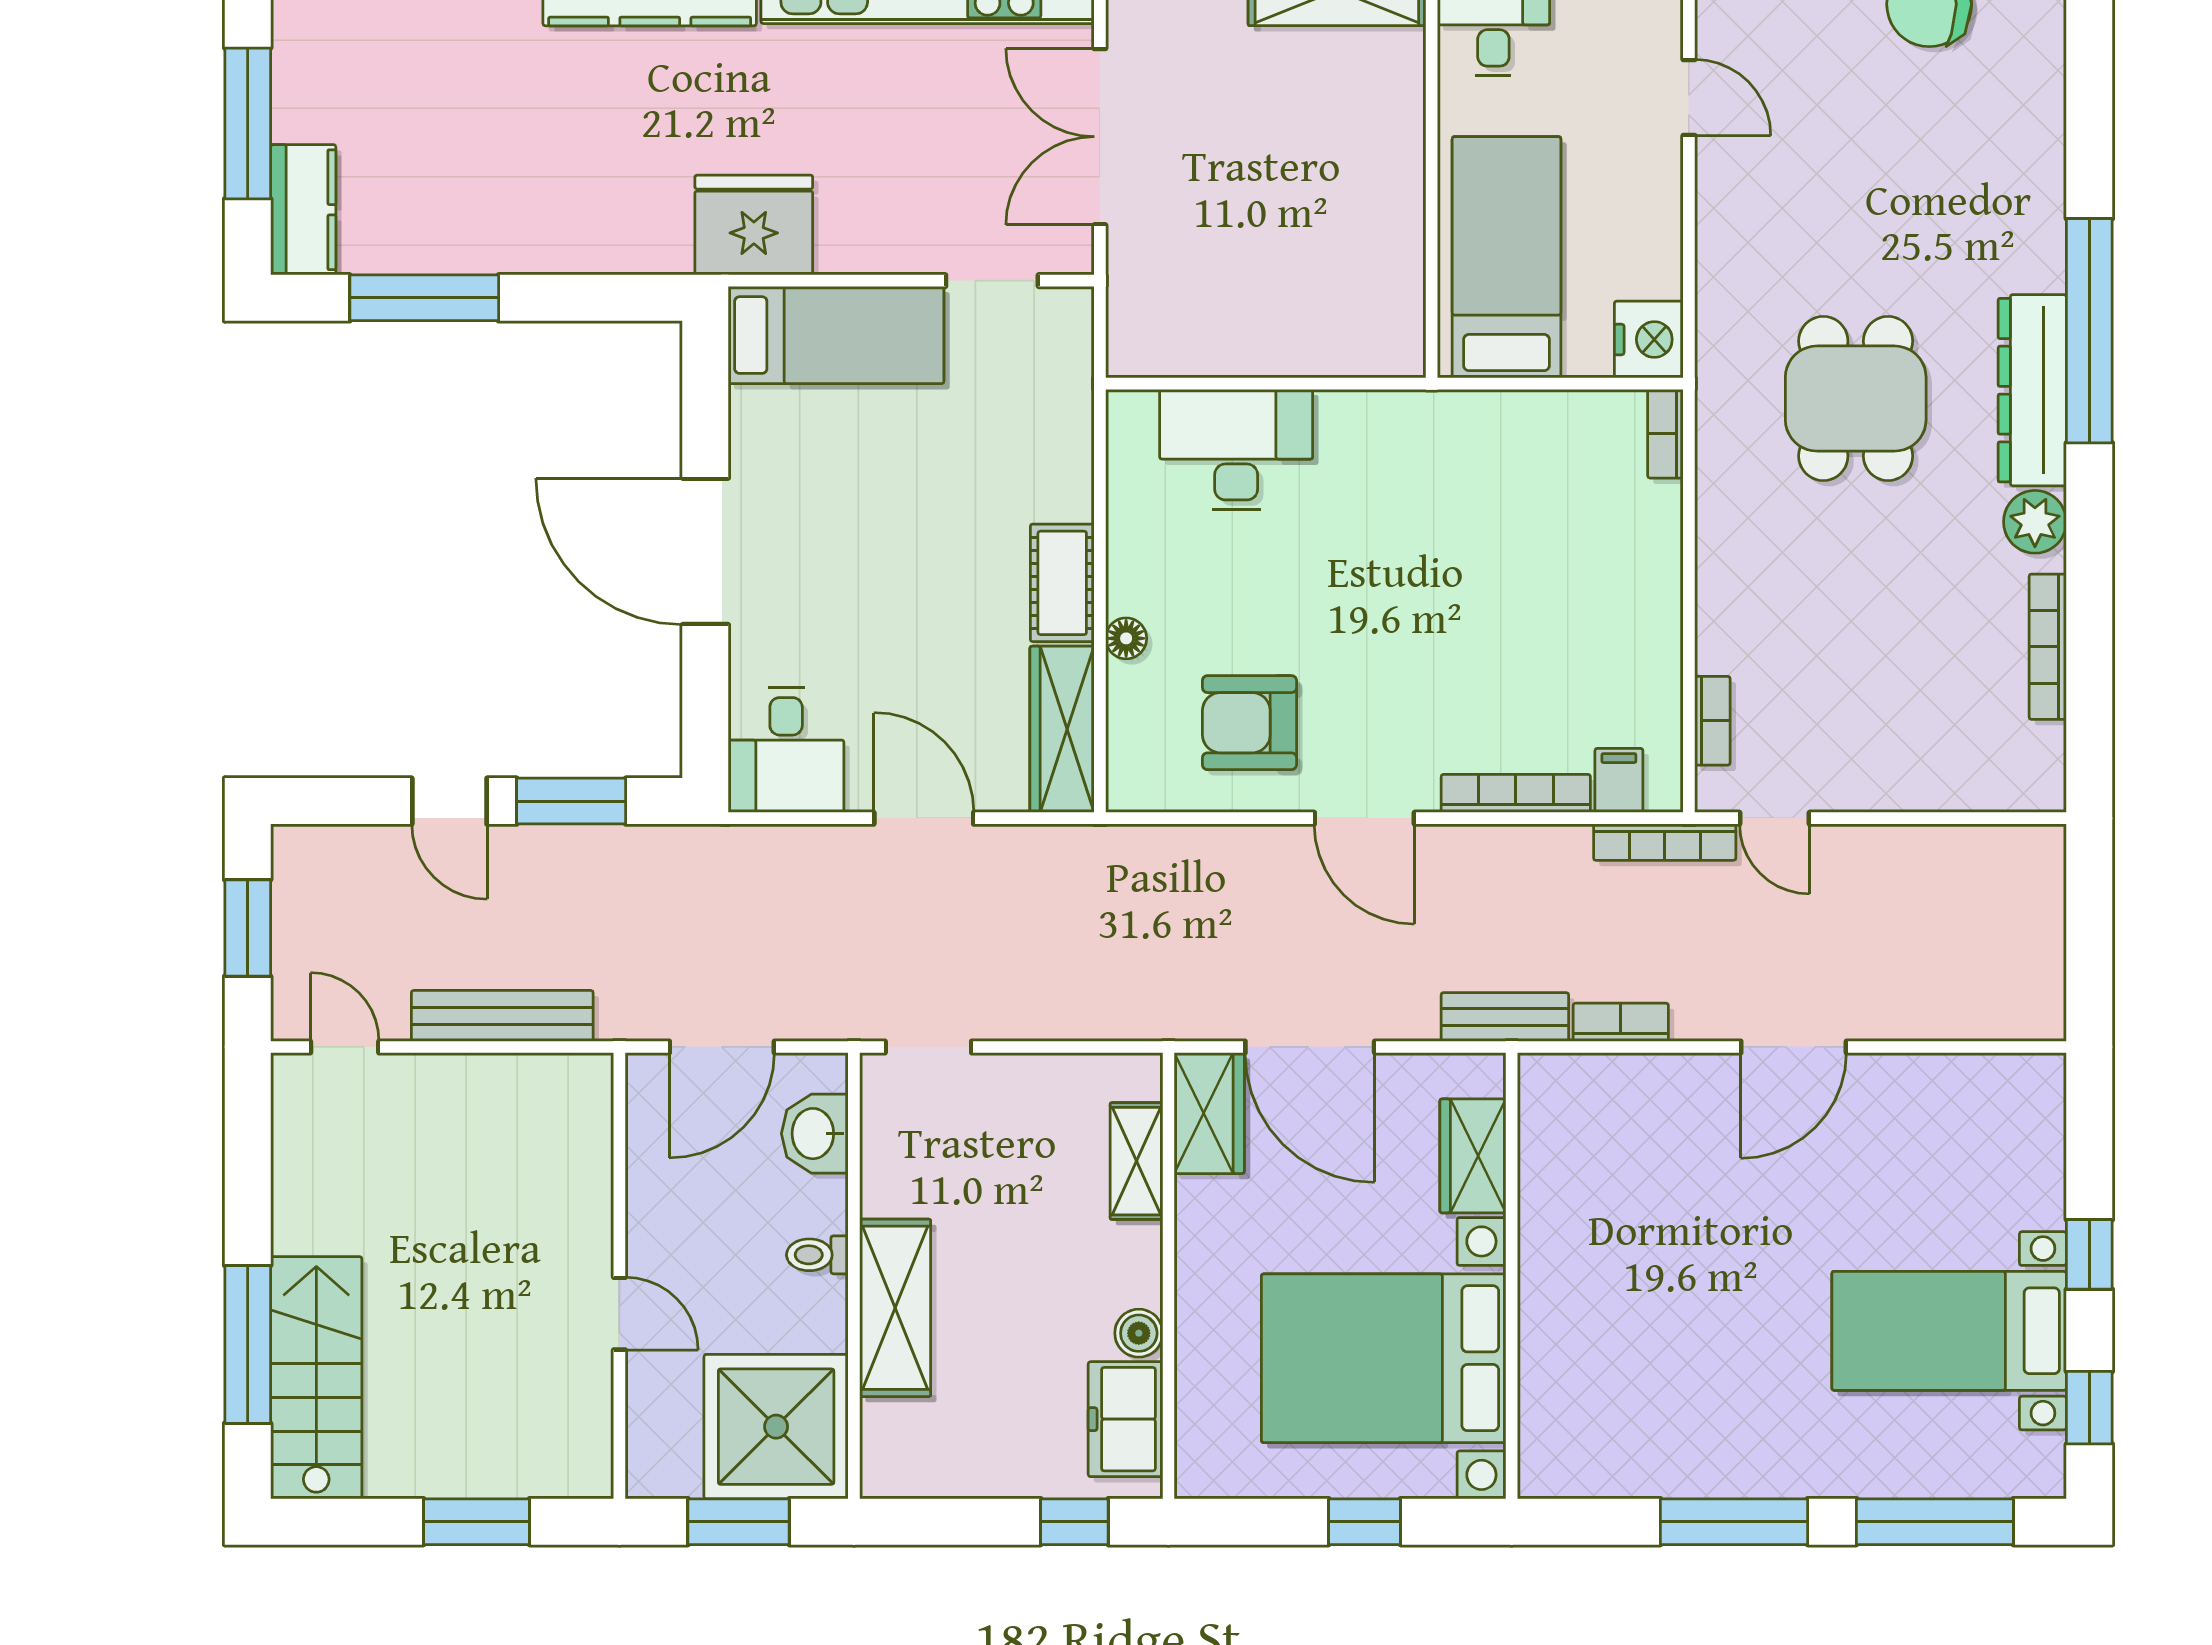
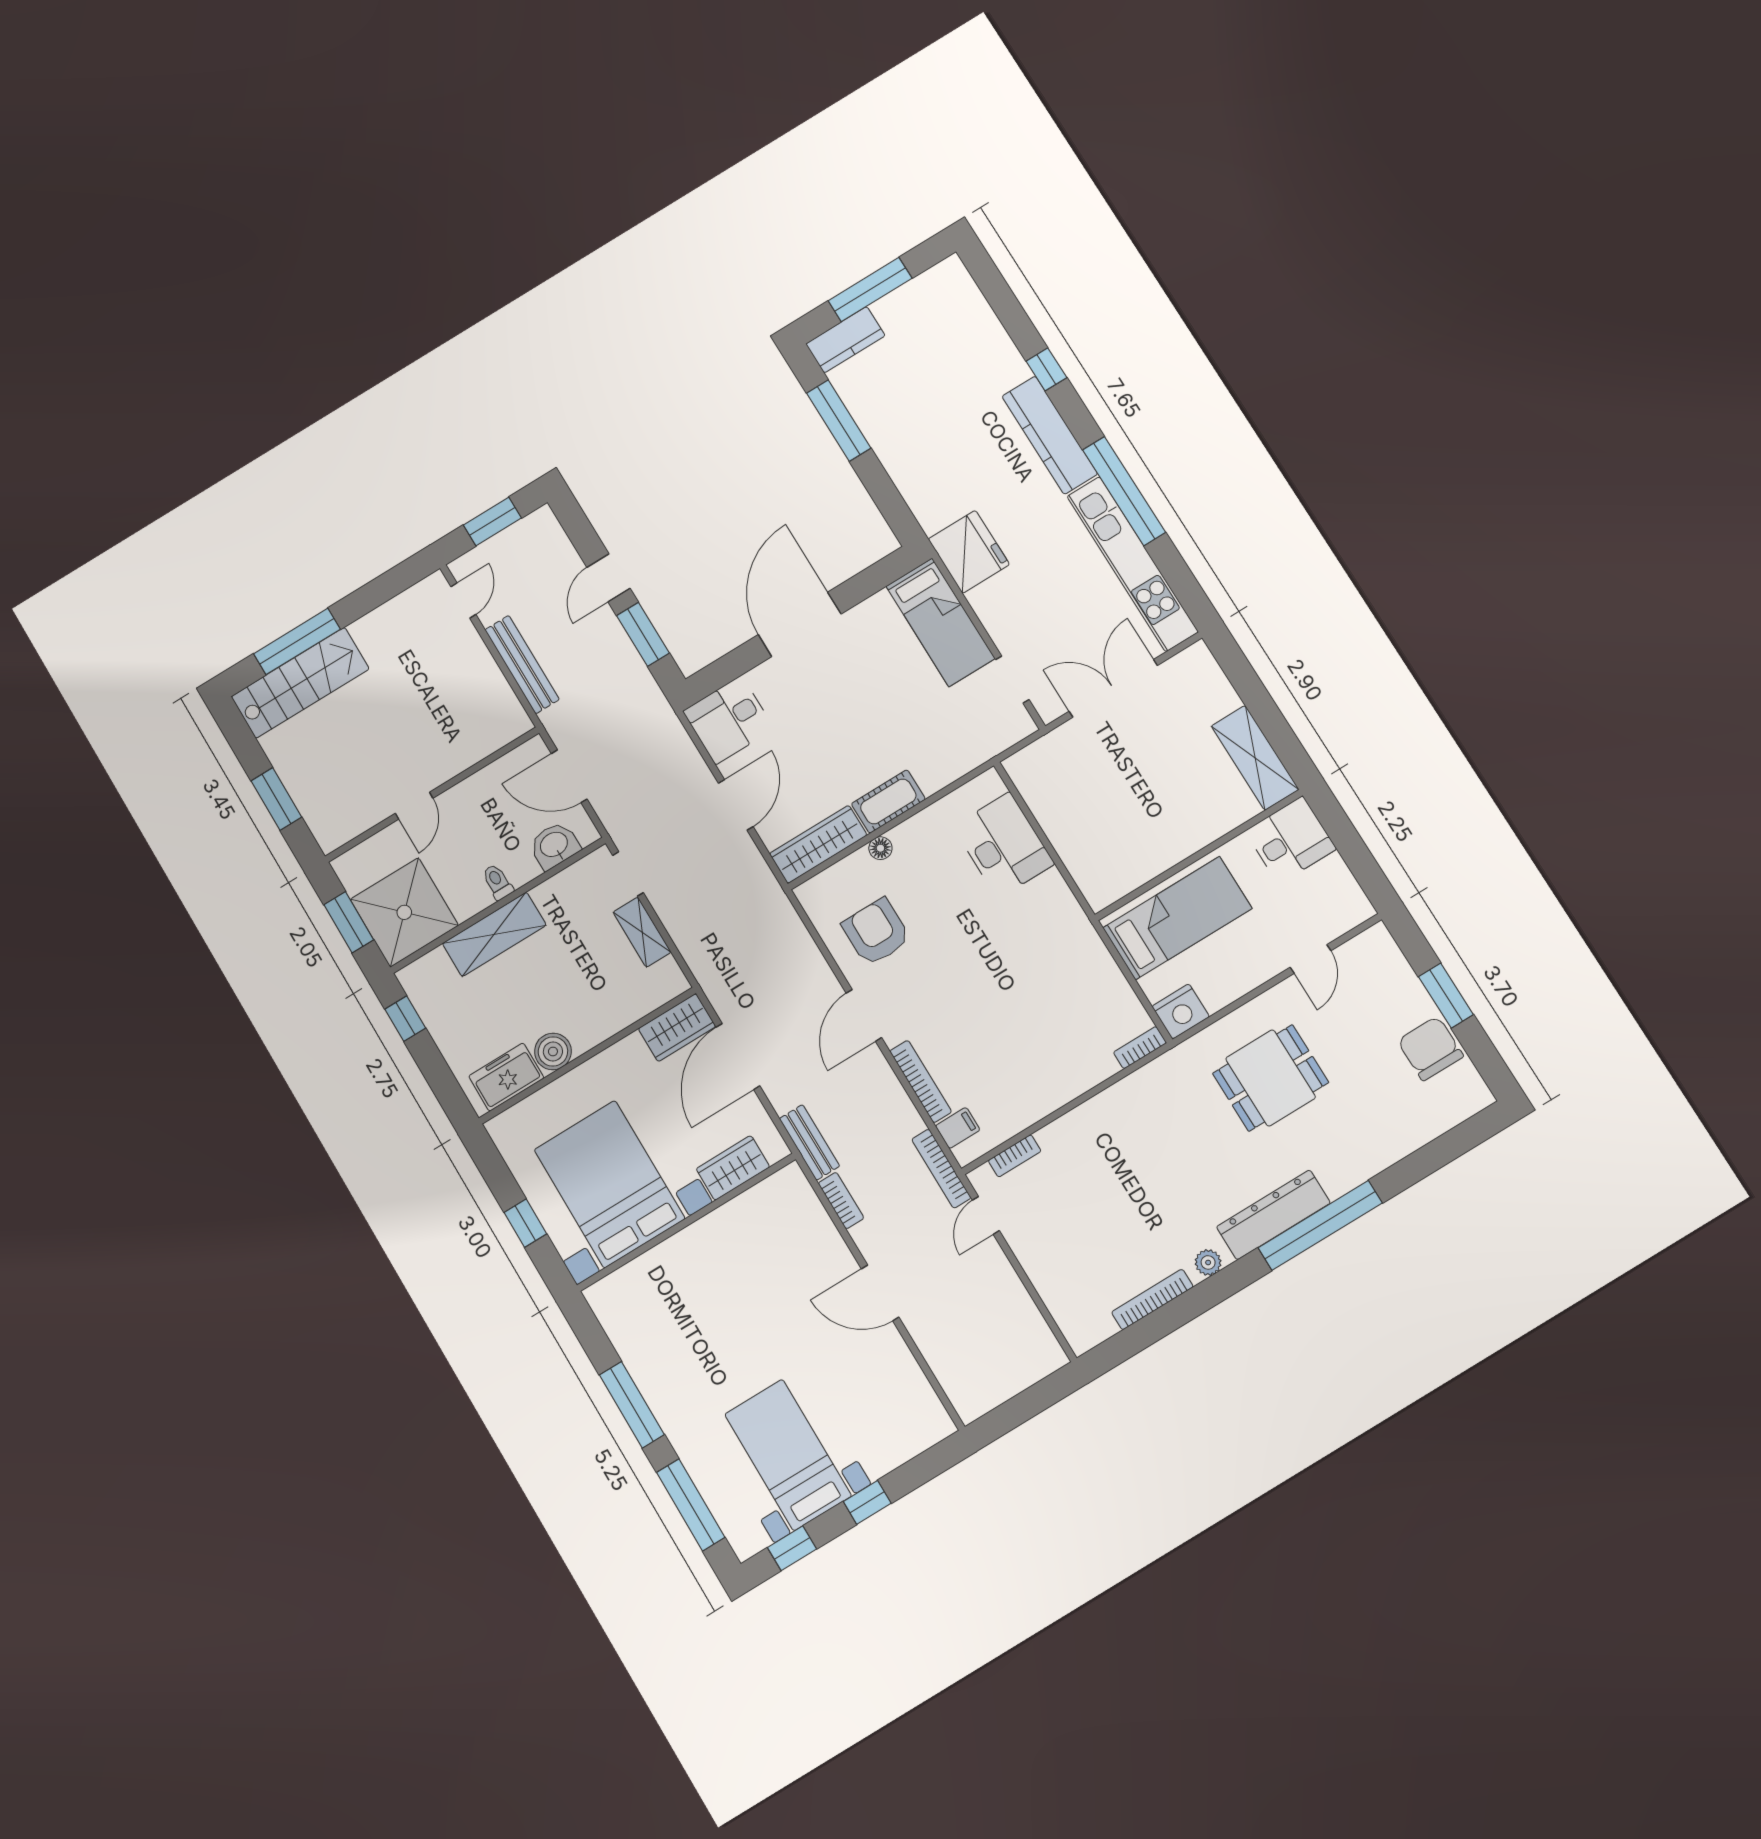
dining table: (1856, 399) -> (1271, 1078), moved
plant: (2035, 522) -> (1208, 1262), width x0.73, depth x0.73
shelving: (1137, 1161) -> (642, 932), moved, turned 90
boiler: (1139, 1333) -> (553, 1051), width x1.36, depth x1.36
window: (1074, 1522) -> (405, 1019), moved

